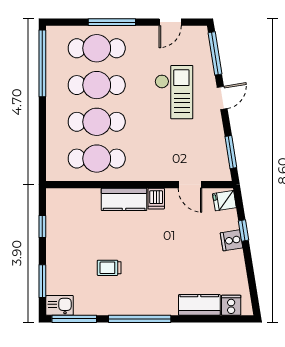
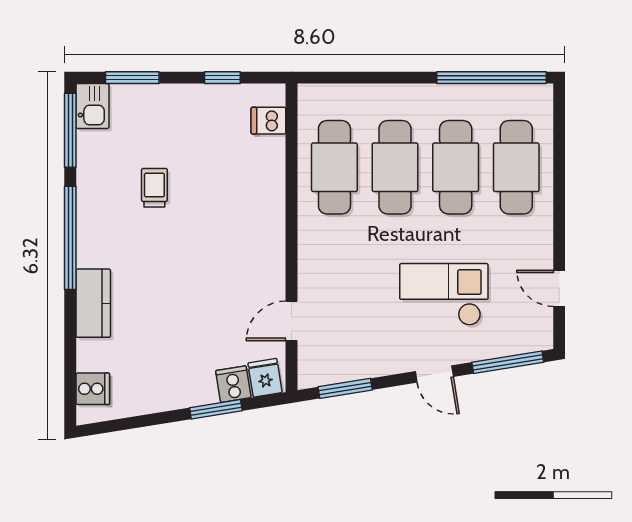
window: (112, 22) -> (559, 192), removed
checkout: (174, 92) -> (444, 294), turned 180
kitchen counter: (124, 199) -> (267, 212), removed
dishwasher: (156, 199) -> (268, 121), moved
window: (244, 230) -> (216, 409), width x1.50
cooker: (232, 240) -> (233, 384), moved
kitchen counter: (199, 305) -> (93, 303), moved

